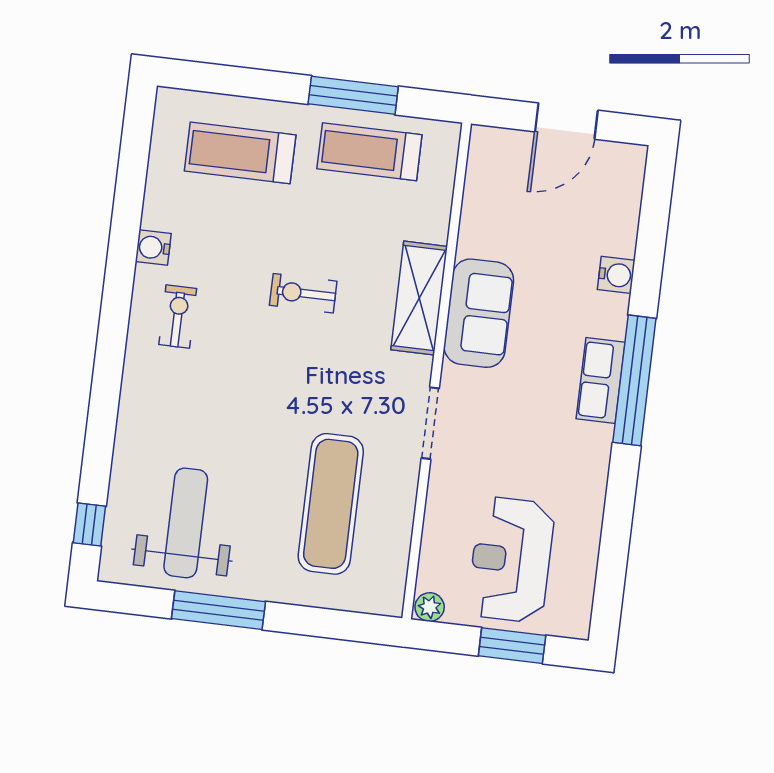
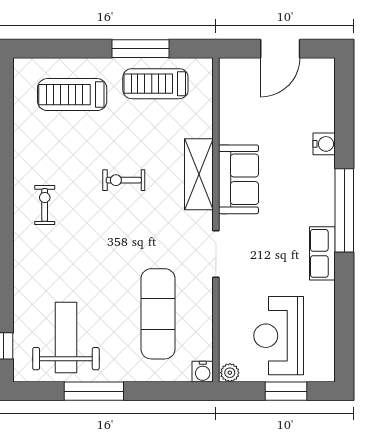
water cooler: (153, 248) -> (203, 372), moved, turned -90
row of seats: (601, 380) -> (322, 253), moved

